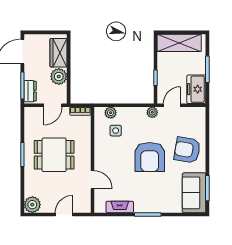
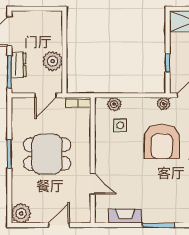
wardrobe: (59, 53) -> (52, 33), removed
dresser: (30, 91) -> (19, 65), moved
armchair: (150, 157) -> (162, 141), moved

